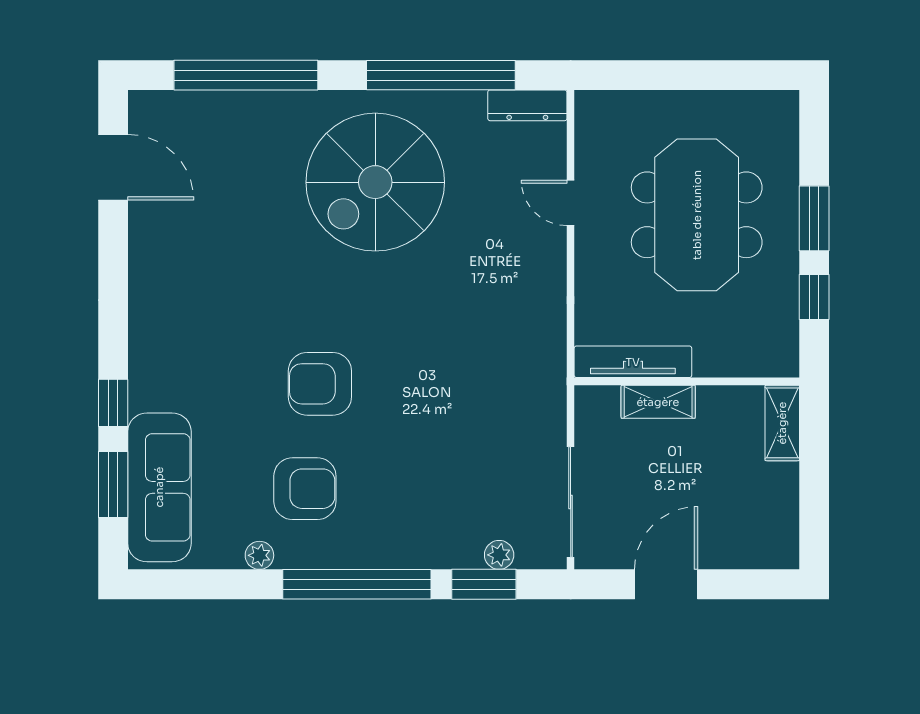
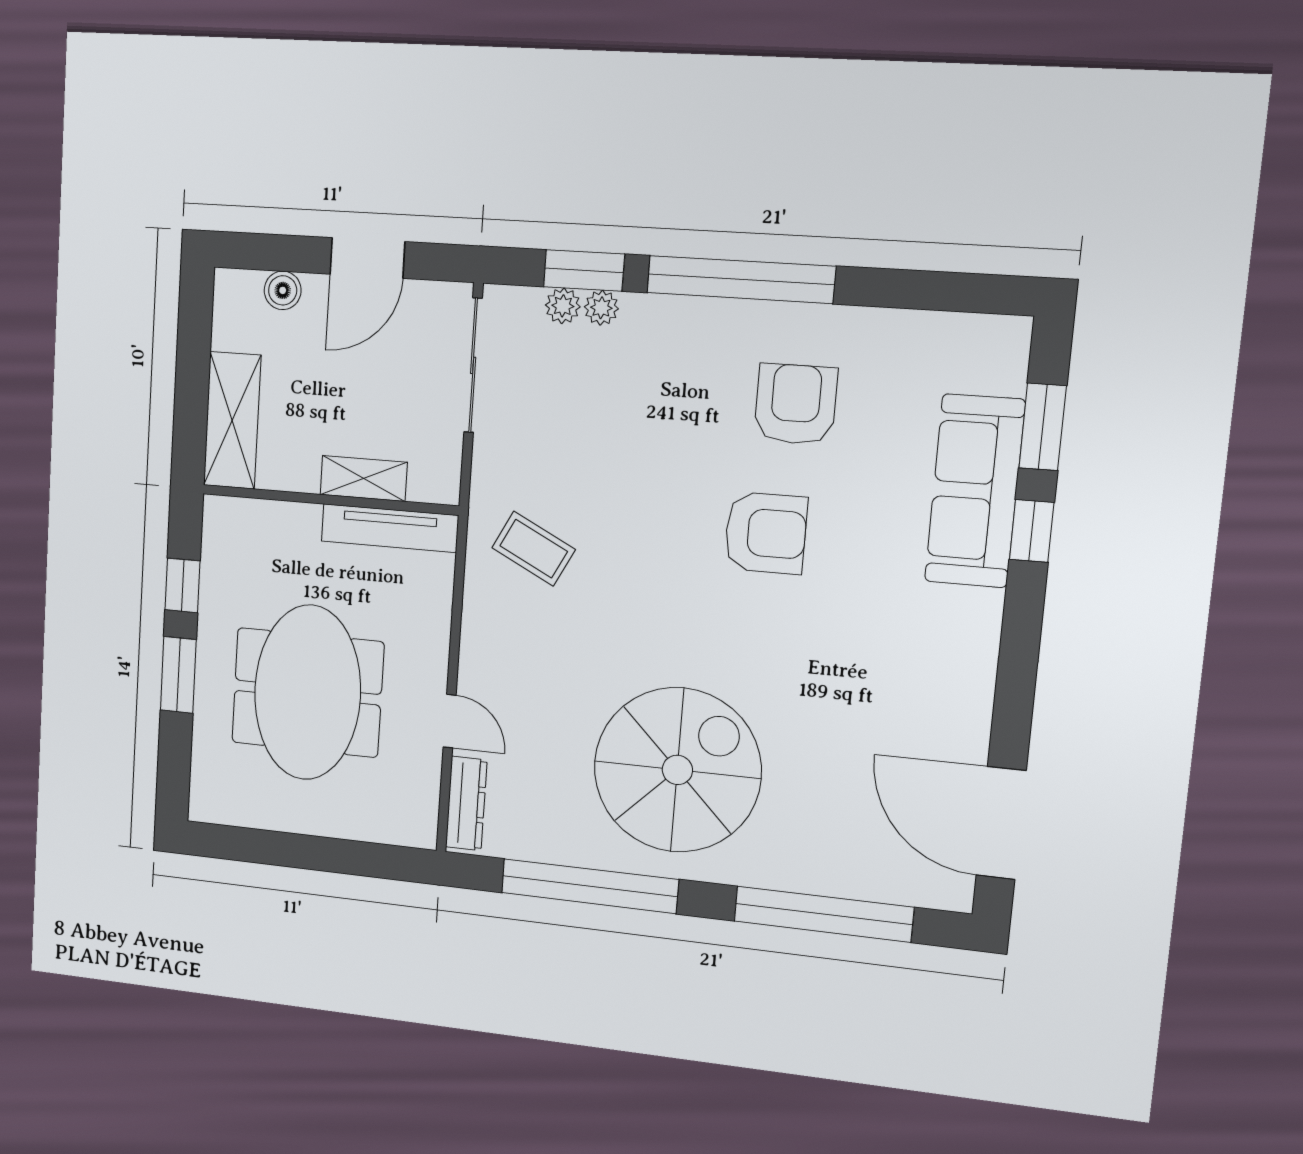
dresser: (527, 105) -> (466, 803), moved, turned 90
door: (113, 167) -> (1001, 823), width x1.36
coffee table: (509, 355) -> (534, 549), added
shelving: (782, 423) -> (232, 420), width x1.50, depth x1.33
sofa: (159, 487) -> (975, 491), moved
armchair: (305, 489) -> (796, 404), turned 90
boiler: (738, 553) -> (283, 290), added
plant: (259, 555) -> (601, 308), moved

